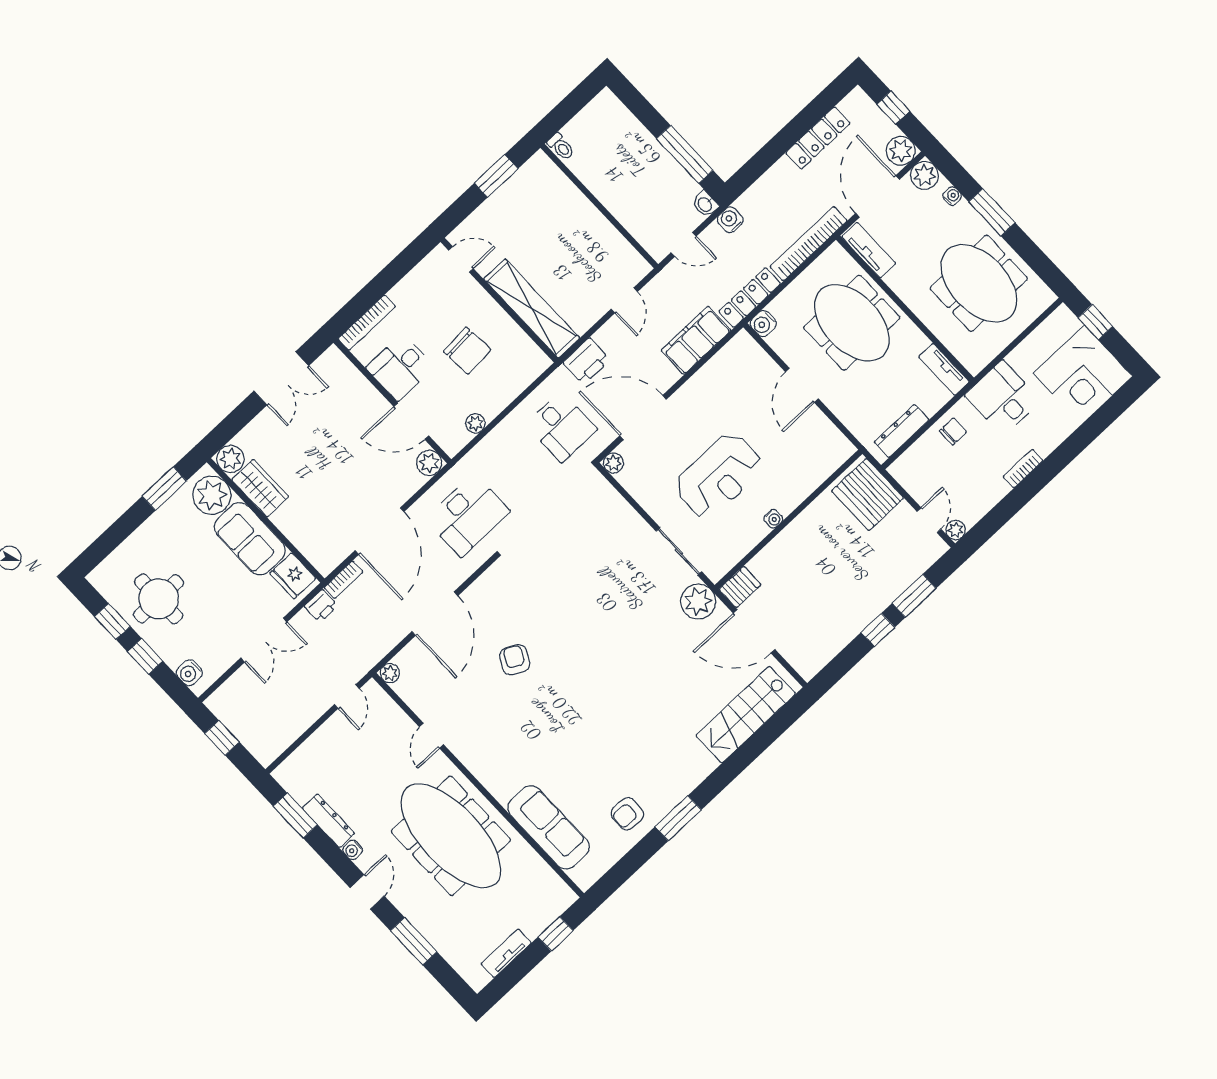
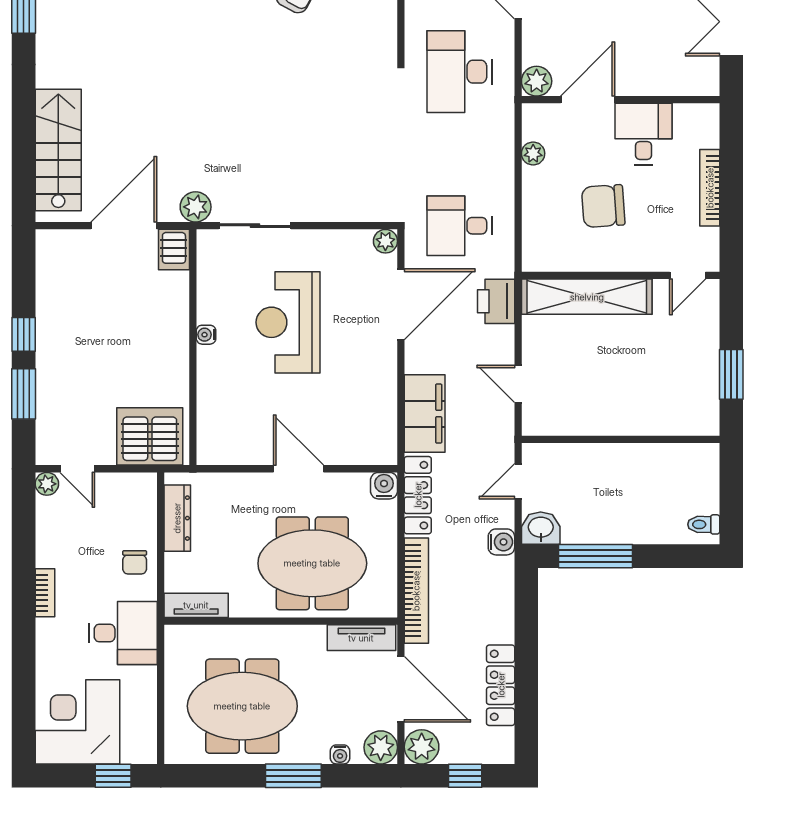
toilet: (561, 147) -> (704, 524), moved
washbasin: (705, 204) -> (541, 528), width x1.38, depth x1.45
bookcase: (367, 323) -> (710, 188), moved
plant: (698, 602) -> (196, 207), width x0.73, depth x0.73

